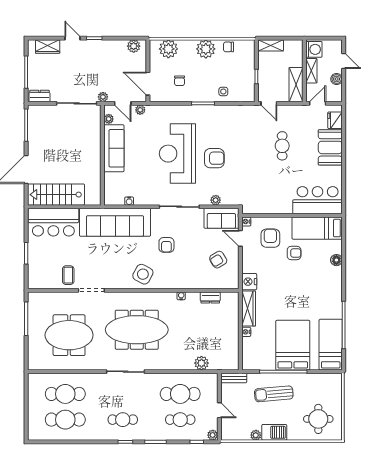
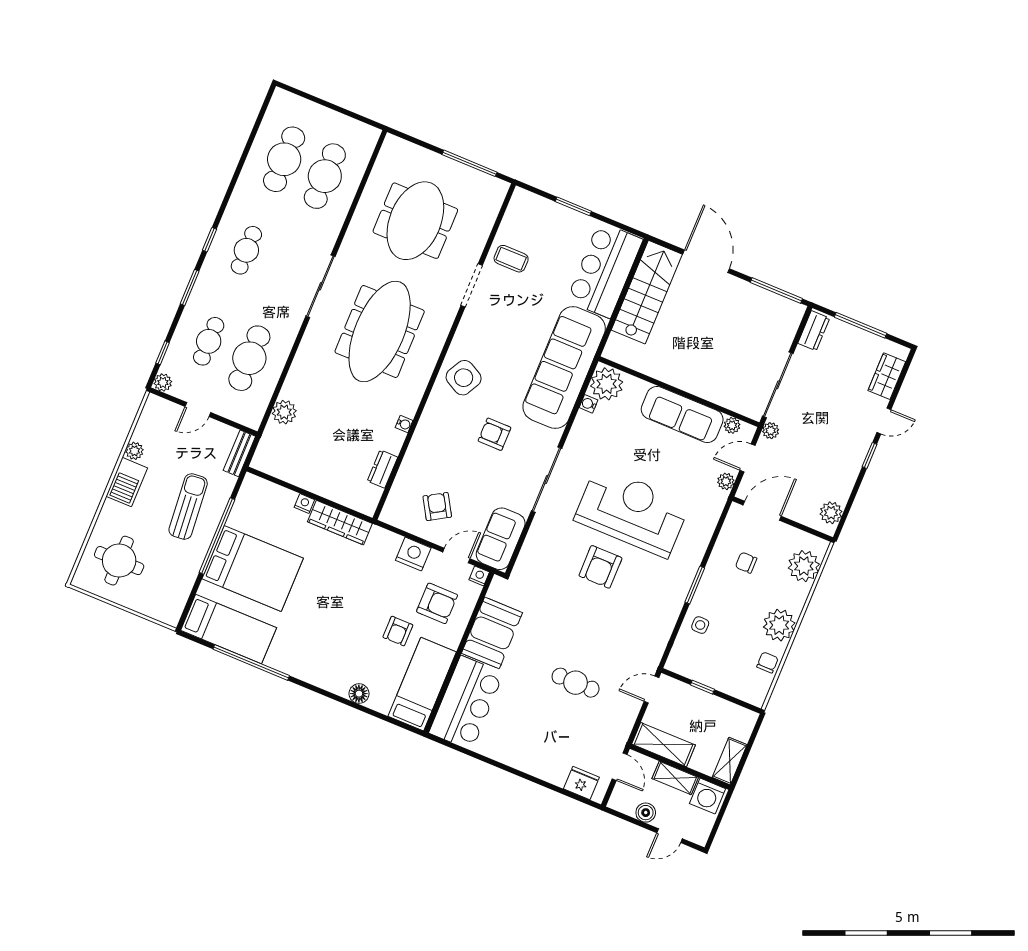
shelving: (271, 45) -> (730, 761), moved
booth: (330, 147) -> (492, 633), moved, turned 90
plant: (216, 200) -> (607, 384), moved, width x1.87, depth x1.87
nightstand: (249, 282) -> (413, 554), moved

